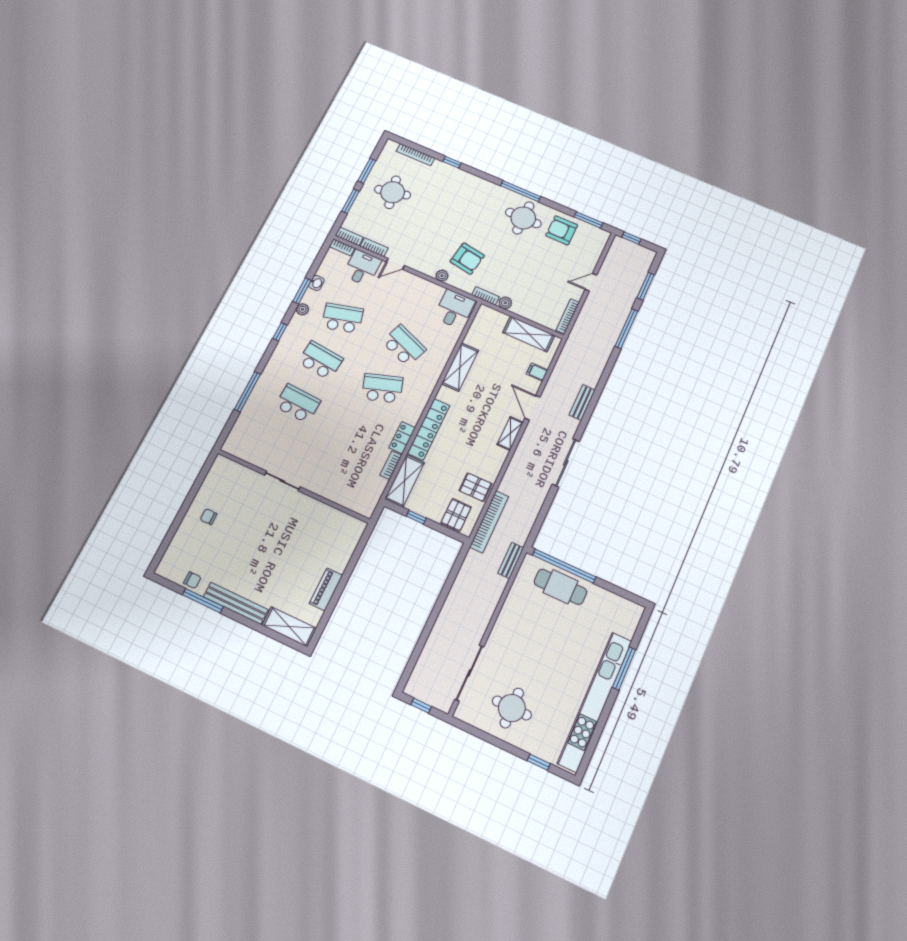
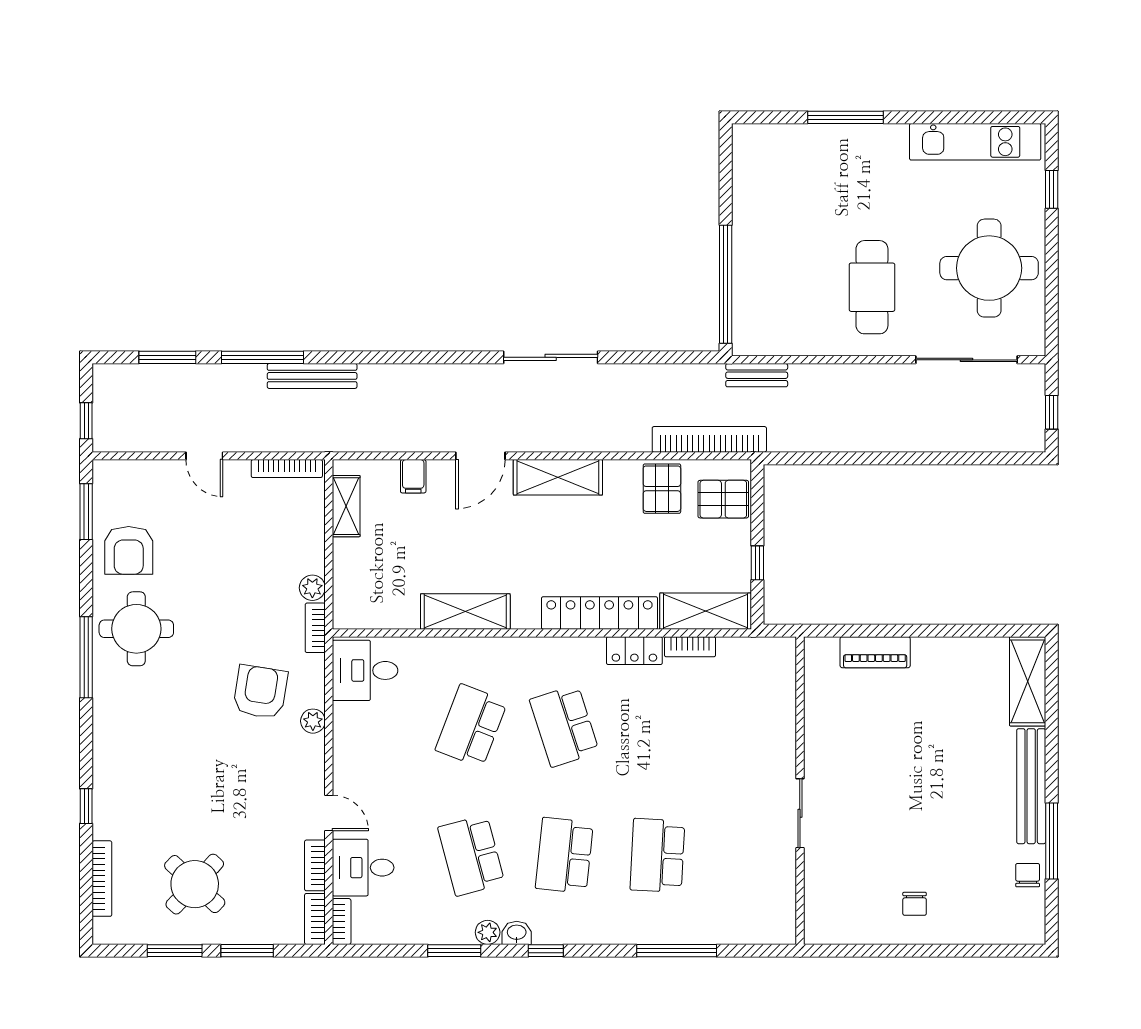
round table: (393, 192) -> (195, 884), turned -35
washbasin: (316, 283) -> (517, 933), moved
shelving: (529, 334) -> (346, 506), width x0.67, depth x0.75
bench: (582, 402) -> (312, 376), moved, width x1.36
shelving: (510, 433) -> (558, 477), width x1.50, depth x1.33
cafe table: (560, 587) -> (872, 287), moved
piano: (326, 589) -> (875, 652), moved
kitchen unit: (595, 702) -> (975, 142), width x0.54
round table: (512, 708) -> (989, 268), width x1.36, depth x1.36

